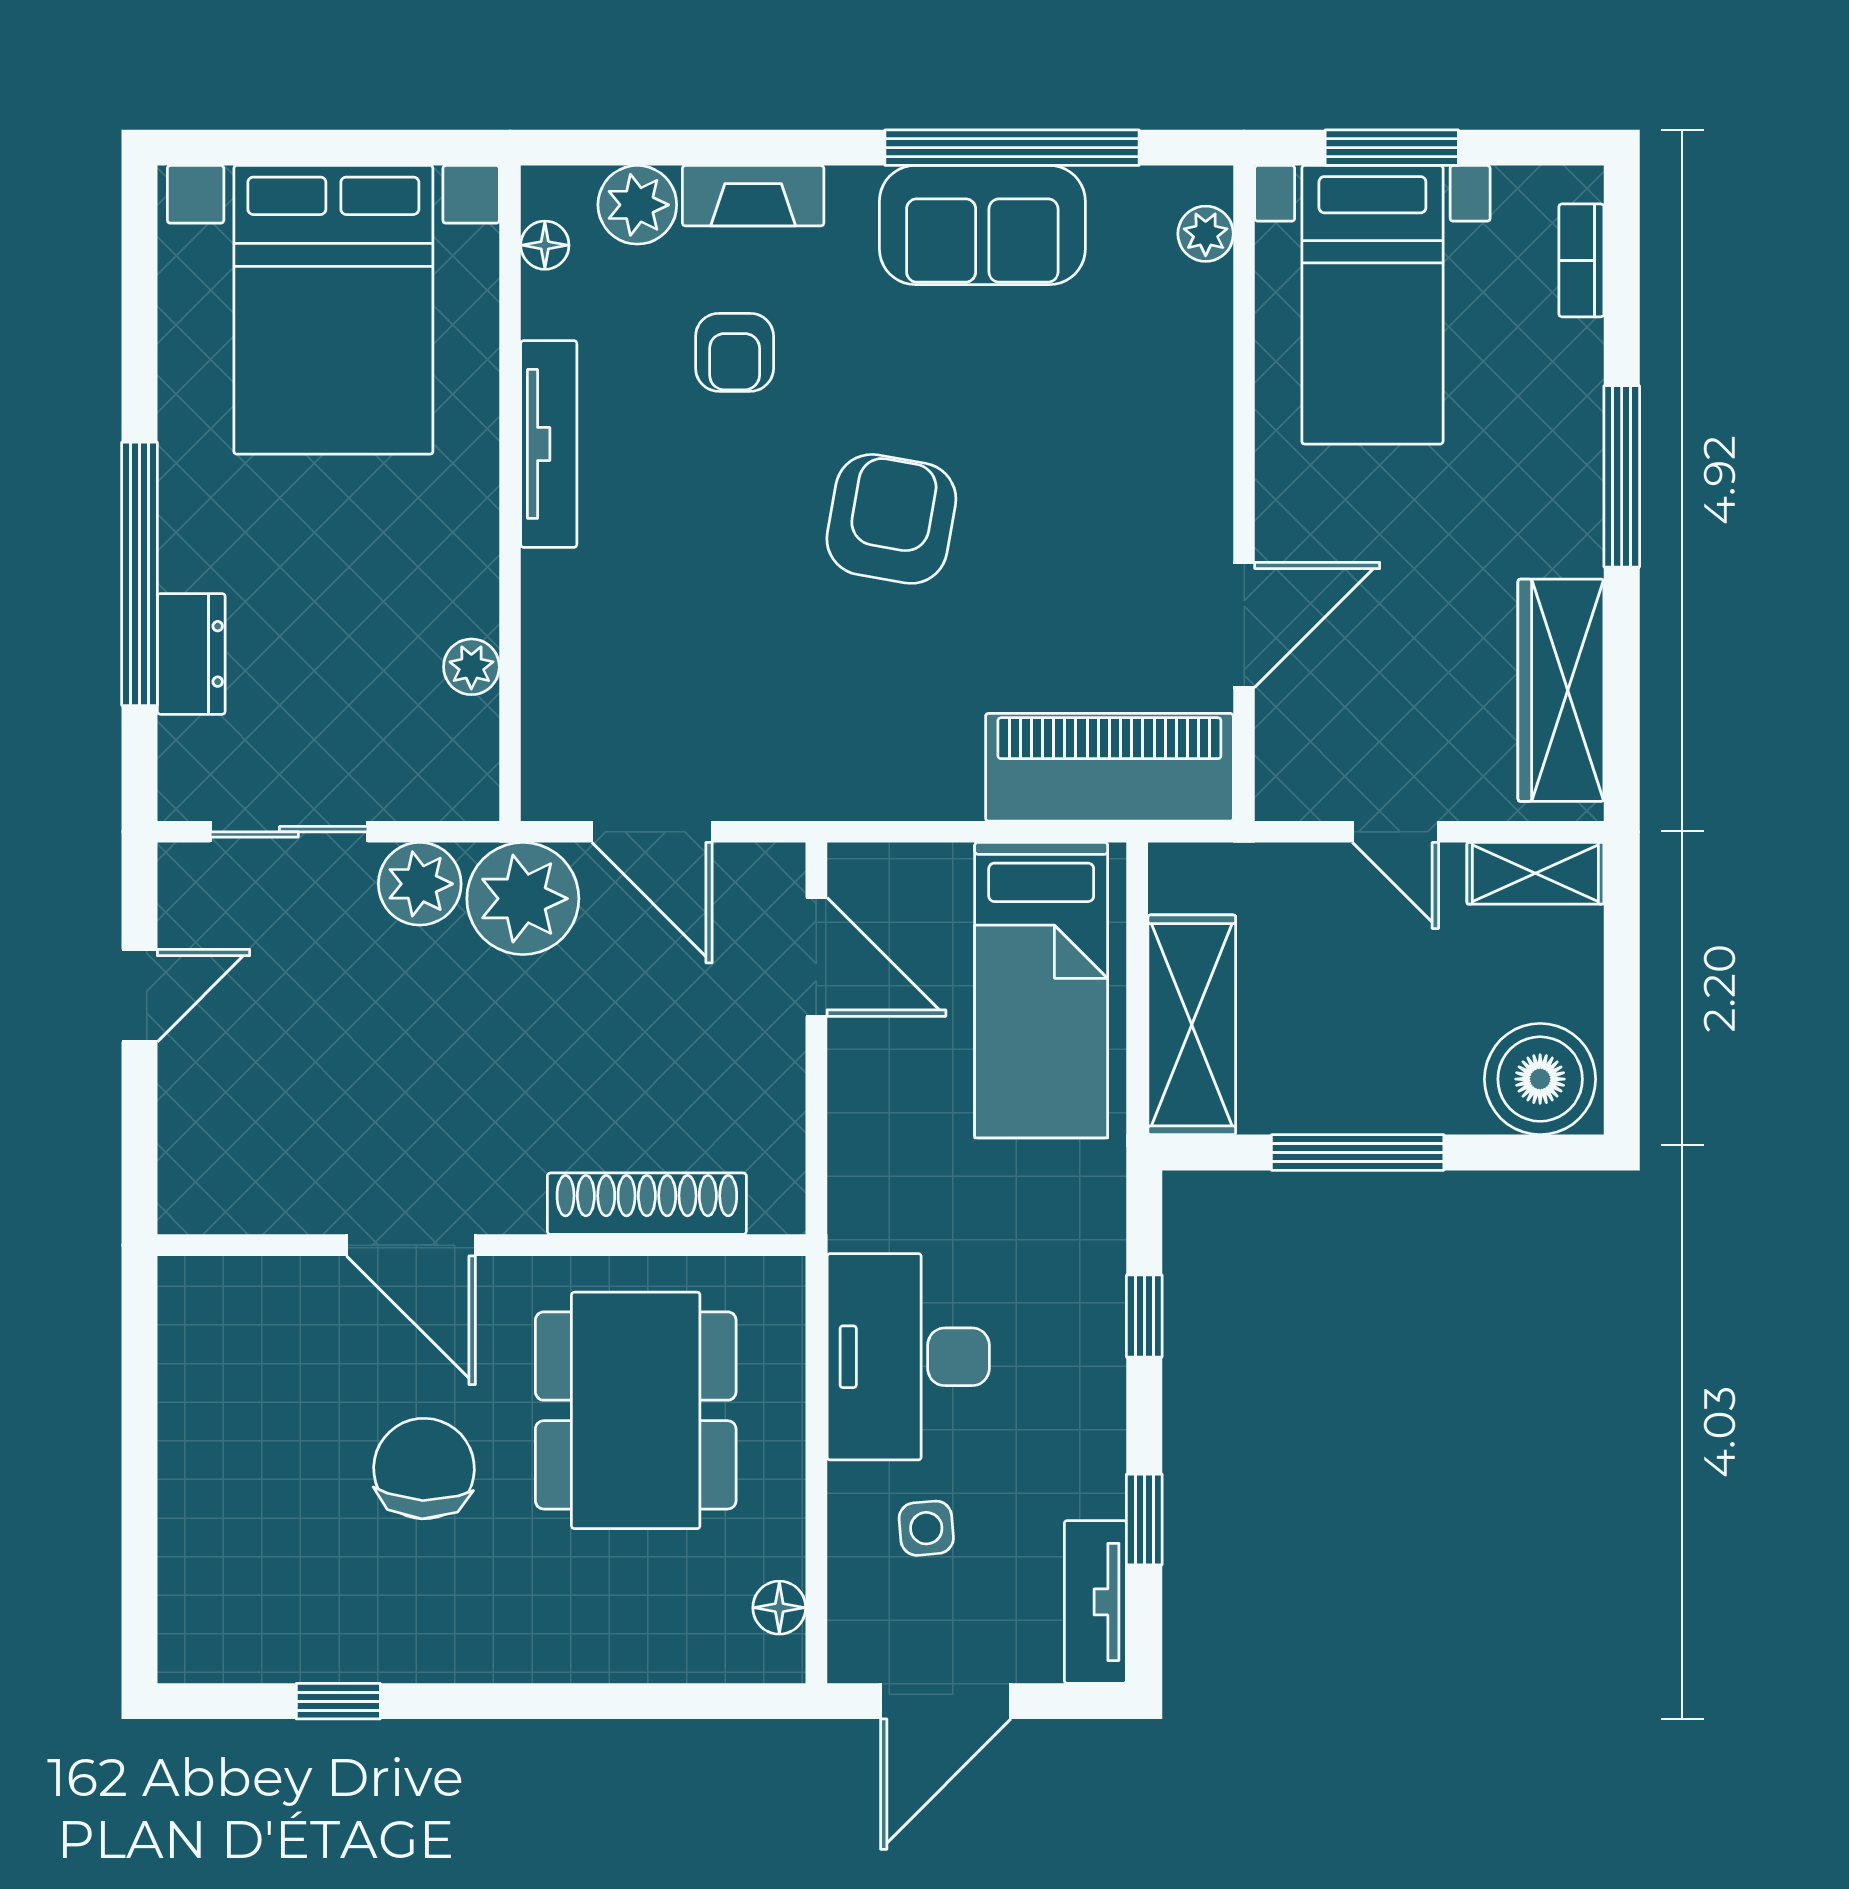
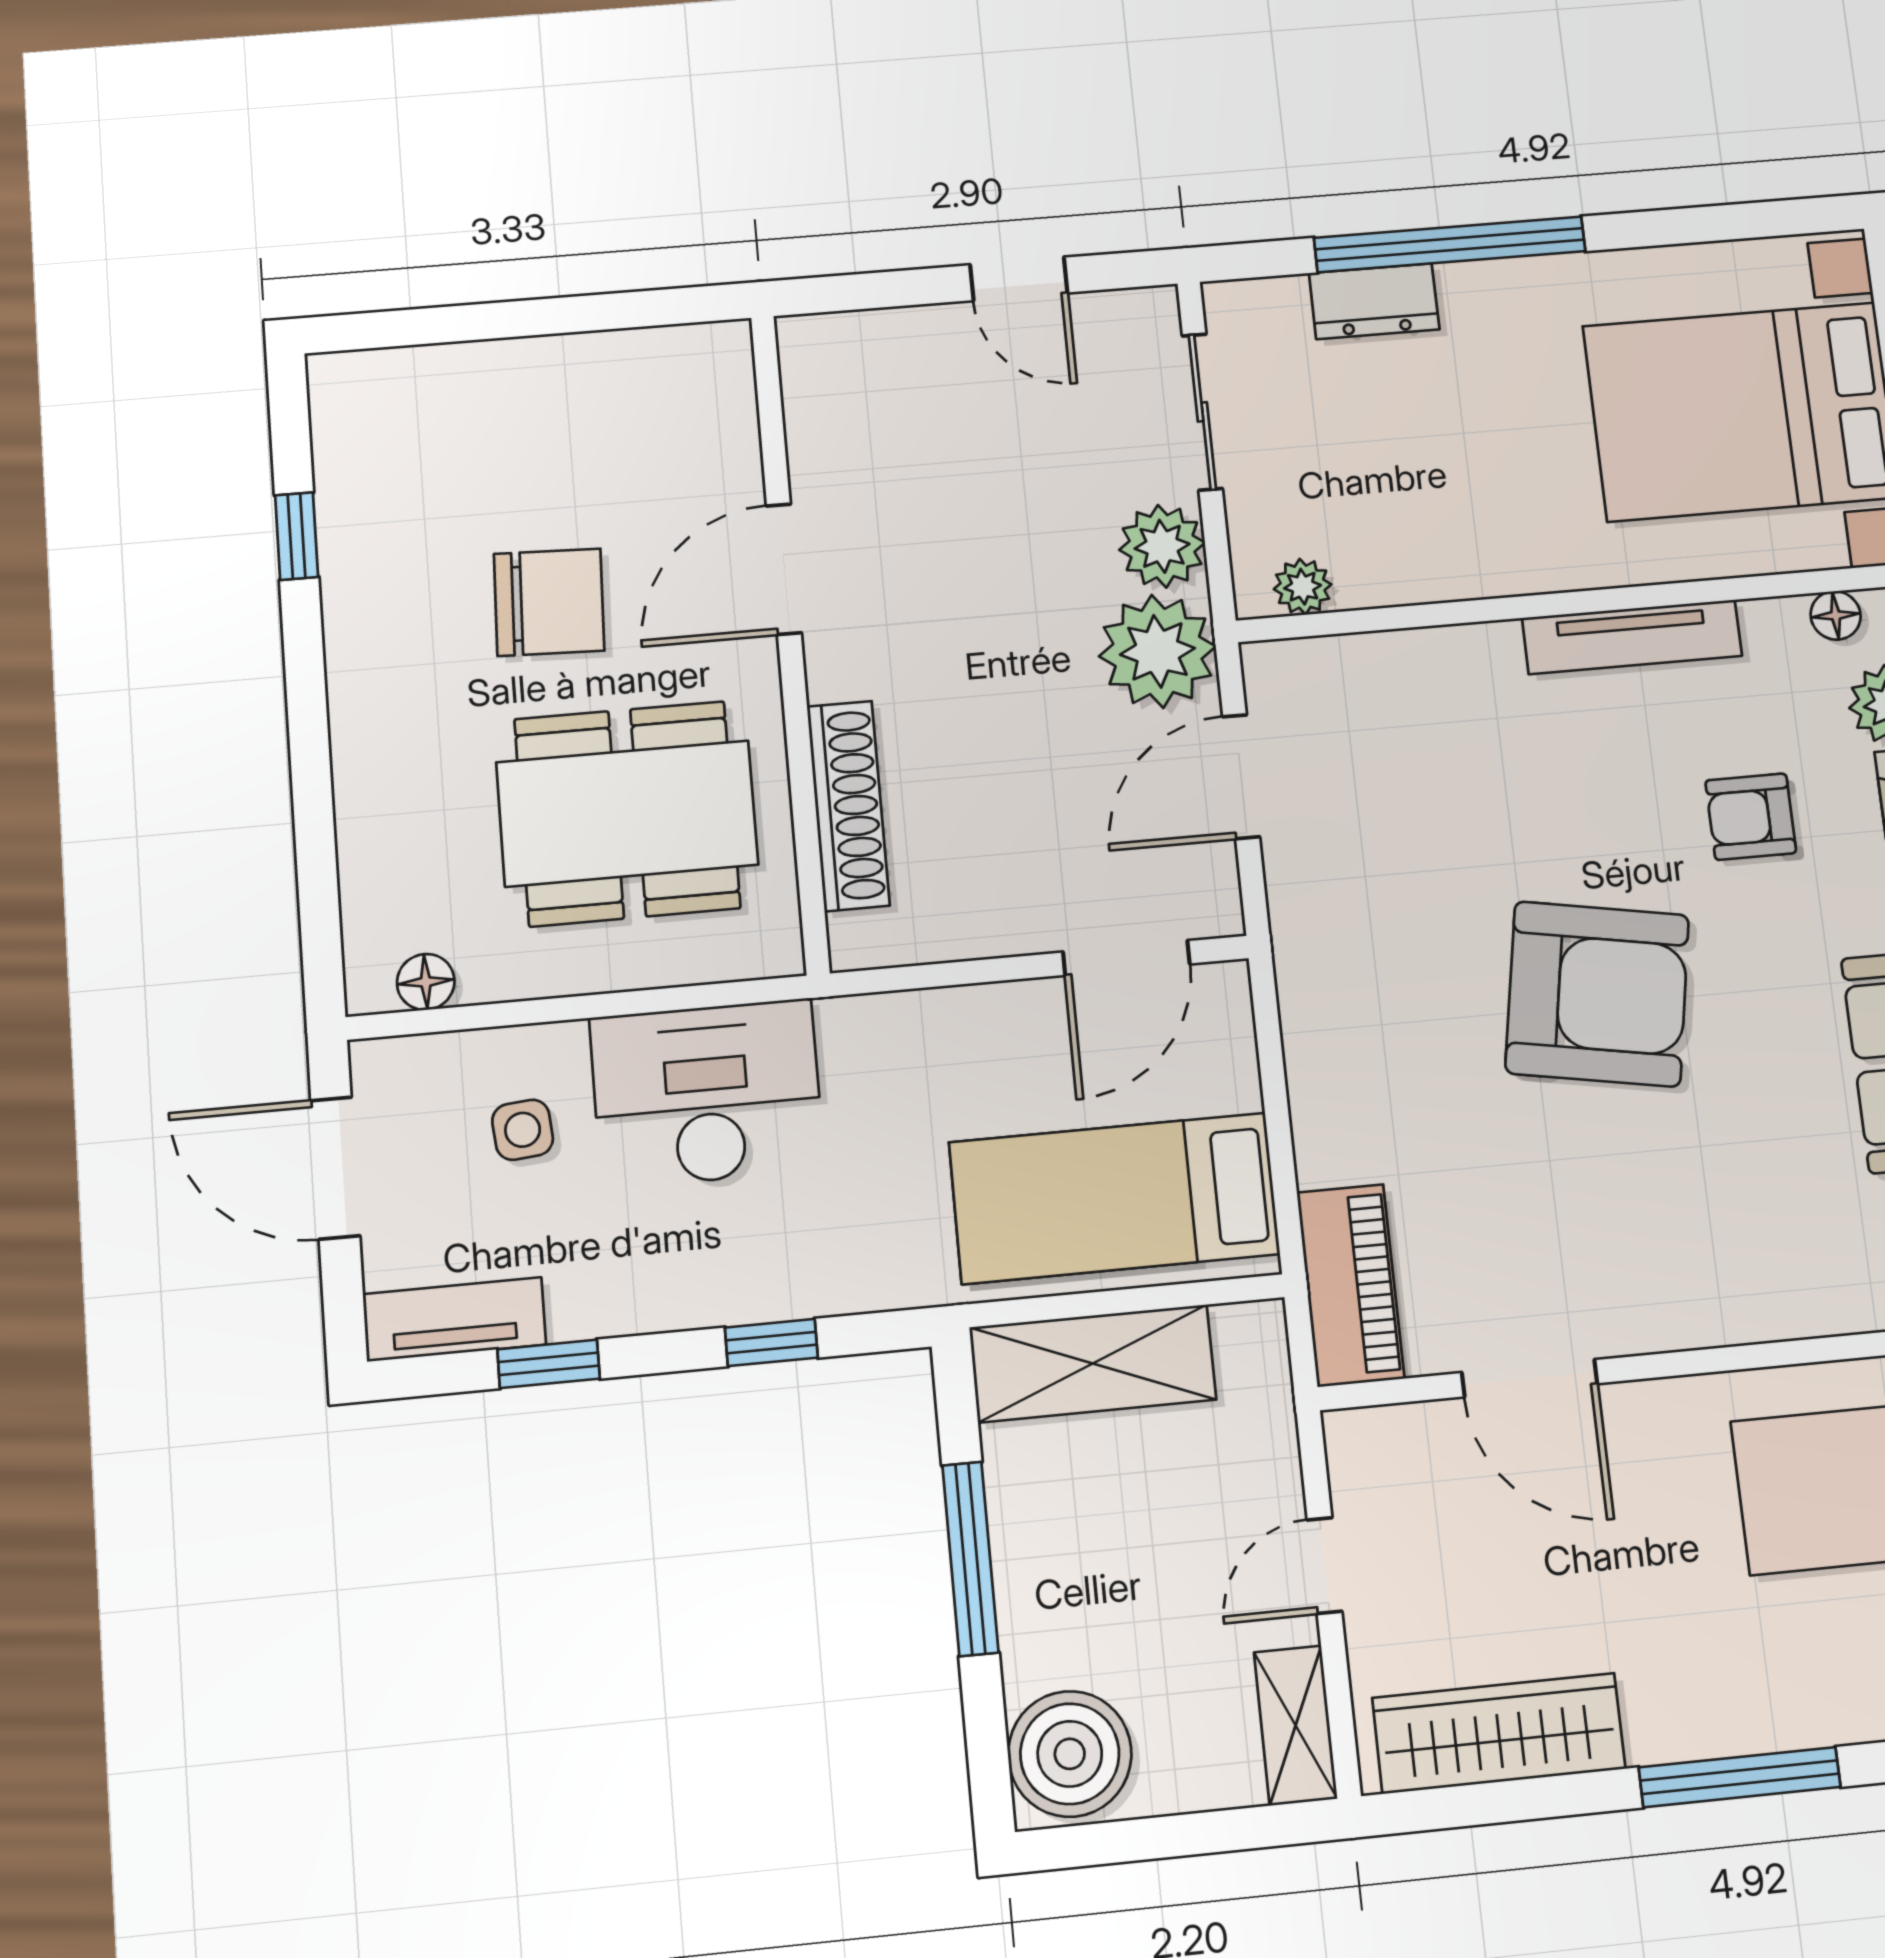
armchair: (891, 519) -> (1597, 994), width x1.36, depth x1.36
plant: (471, 667) -> (1303, 587), moved
piano: (1109, 767) -> (1350, 1285), width x0.73, depth x0.75

